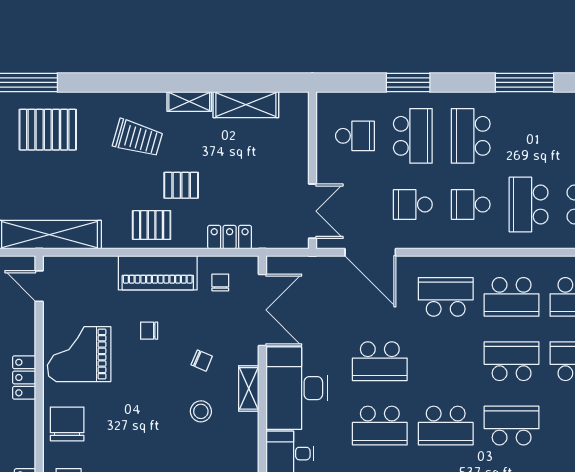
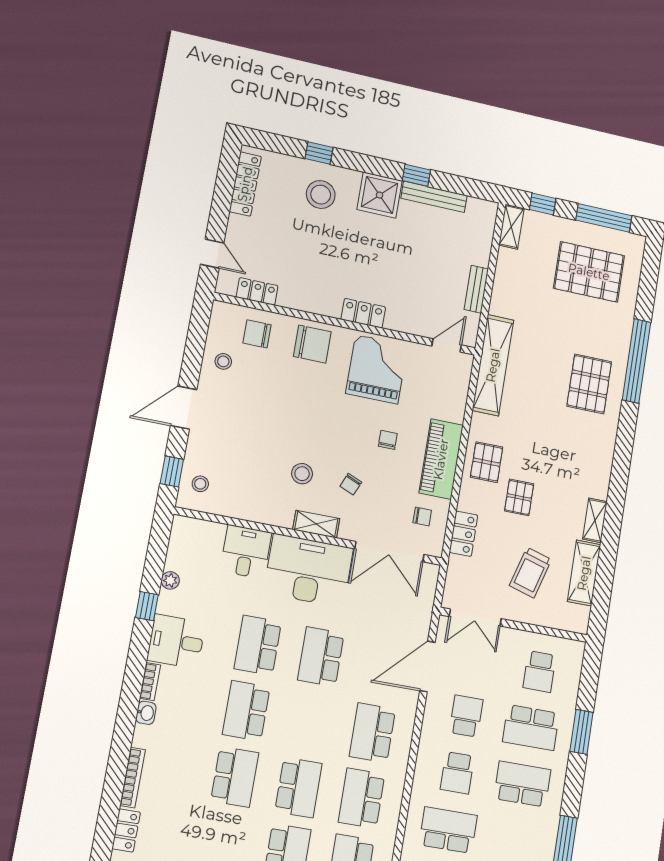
trolley: (138, 138) -> (530, 572), moved
school desk: (471, 205) -> (457, 773), turned 180
school desk: (446, 297) -> (372, 733), turned 180

